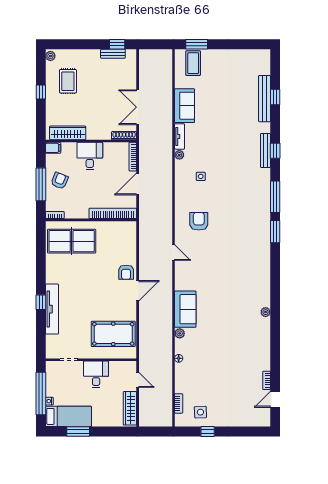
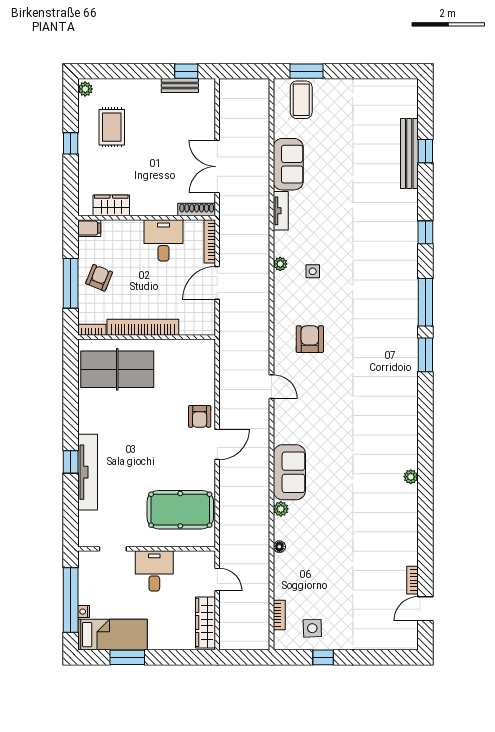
wardrobe: (68, 133) -> (111, 205), width x0.67
bench: (265, 150) -> (411, 232), removed
plant: (179, 155) -> (280, 264), moved
desk: (90, 156) -> (164, 240), moved
bookcase: (113, 213) -> (143, 327), moved

